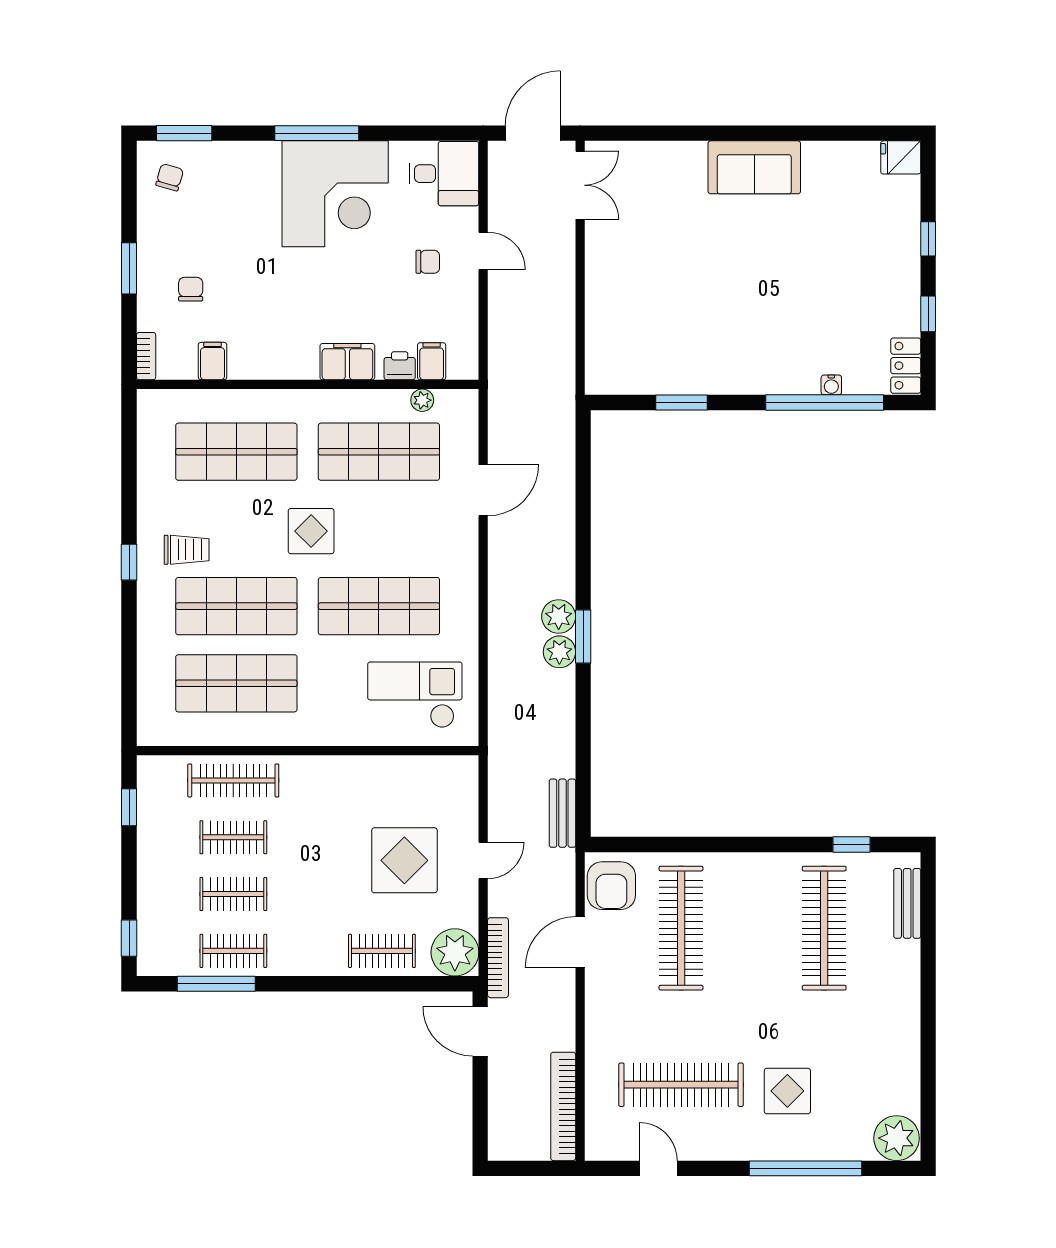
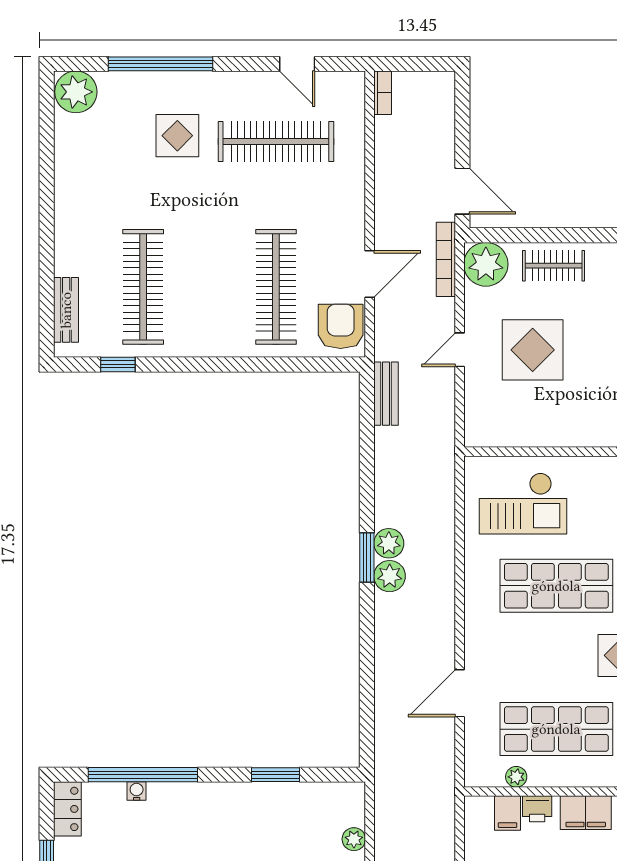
plant: (597, 333) -> (354, 839), added
bookcase: (563, 1106) -> (383, 93), width x0.43, depth x0.76

